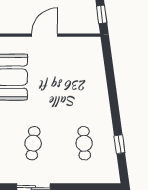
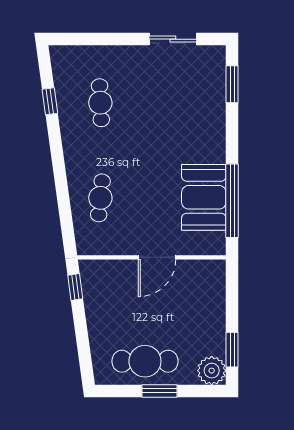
cafe table: (33, 143) -> (100, 198), moved

